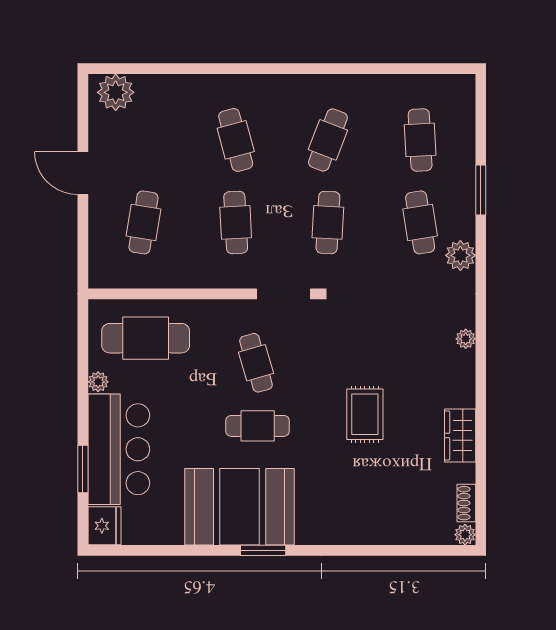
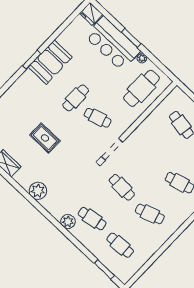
cafe table: (328, 140) -> (150, 214), turned -39
window: (481, 190) -> (104, 269), moved
cafe table: (236, 222) -> (152, 156), removed
plant: (466, 339) -> (38, 191), width x1.88, depth x1.88
window: (83, 469) -> (131, 38), moved
booth: (240, 507) -> (50, 62), width x0.73, depth x0.70

